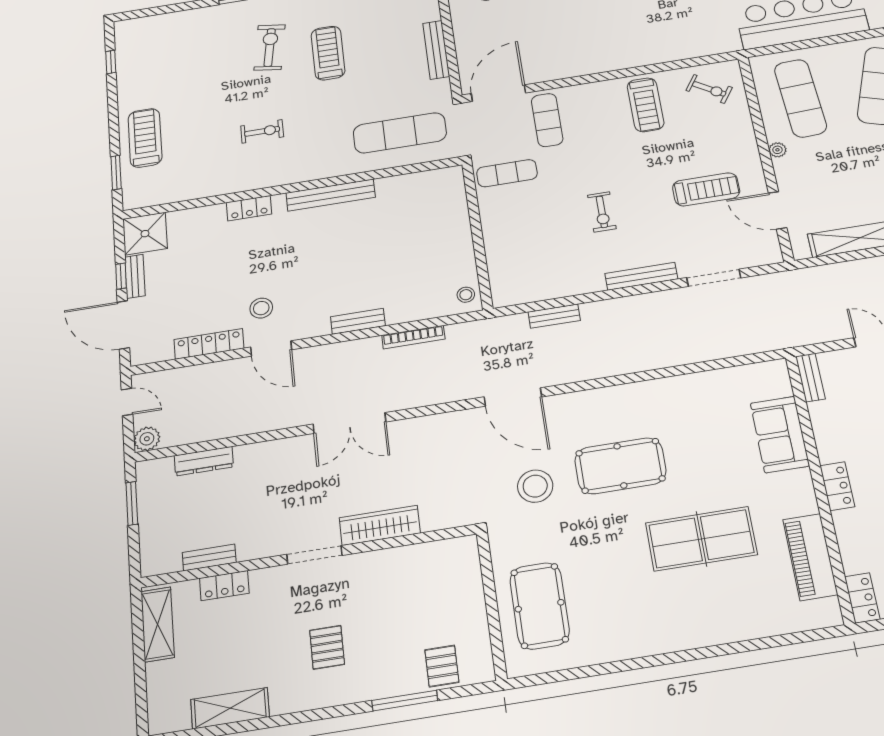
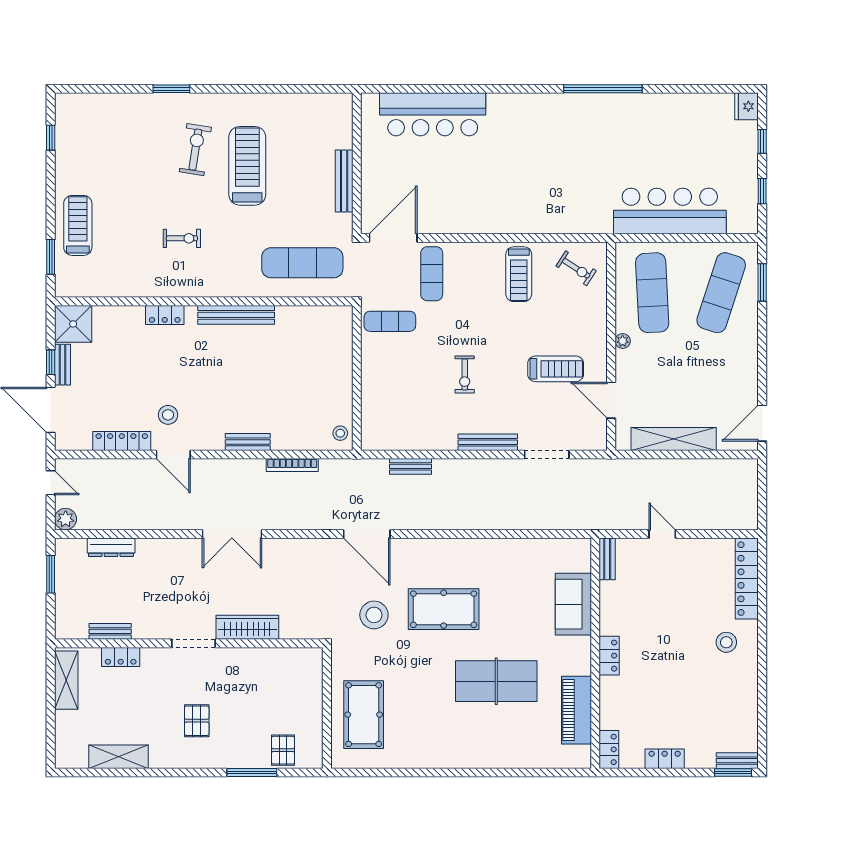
treadmill: (328, 53) -> (247, 166), width x1.37, depth x1.38

